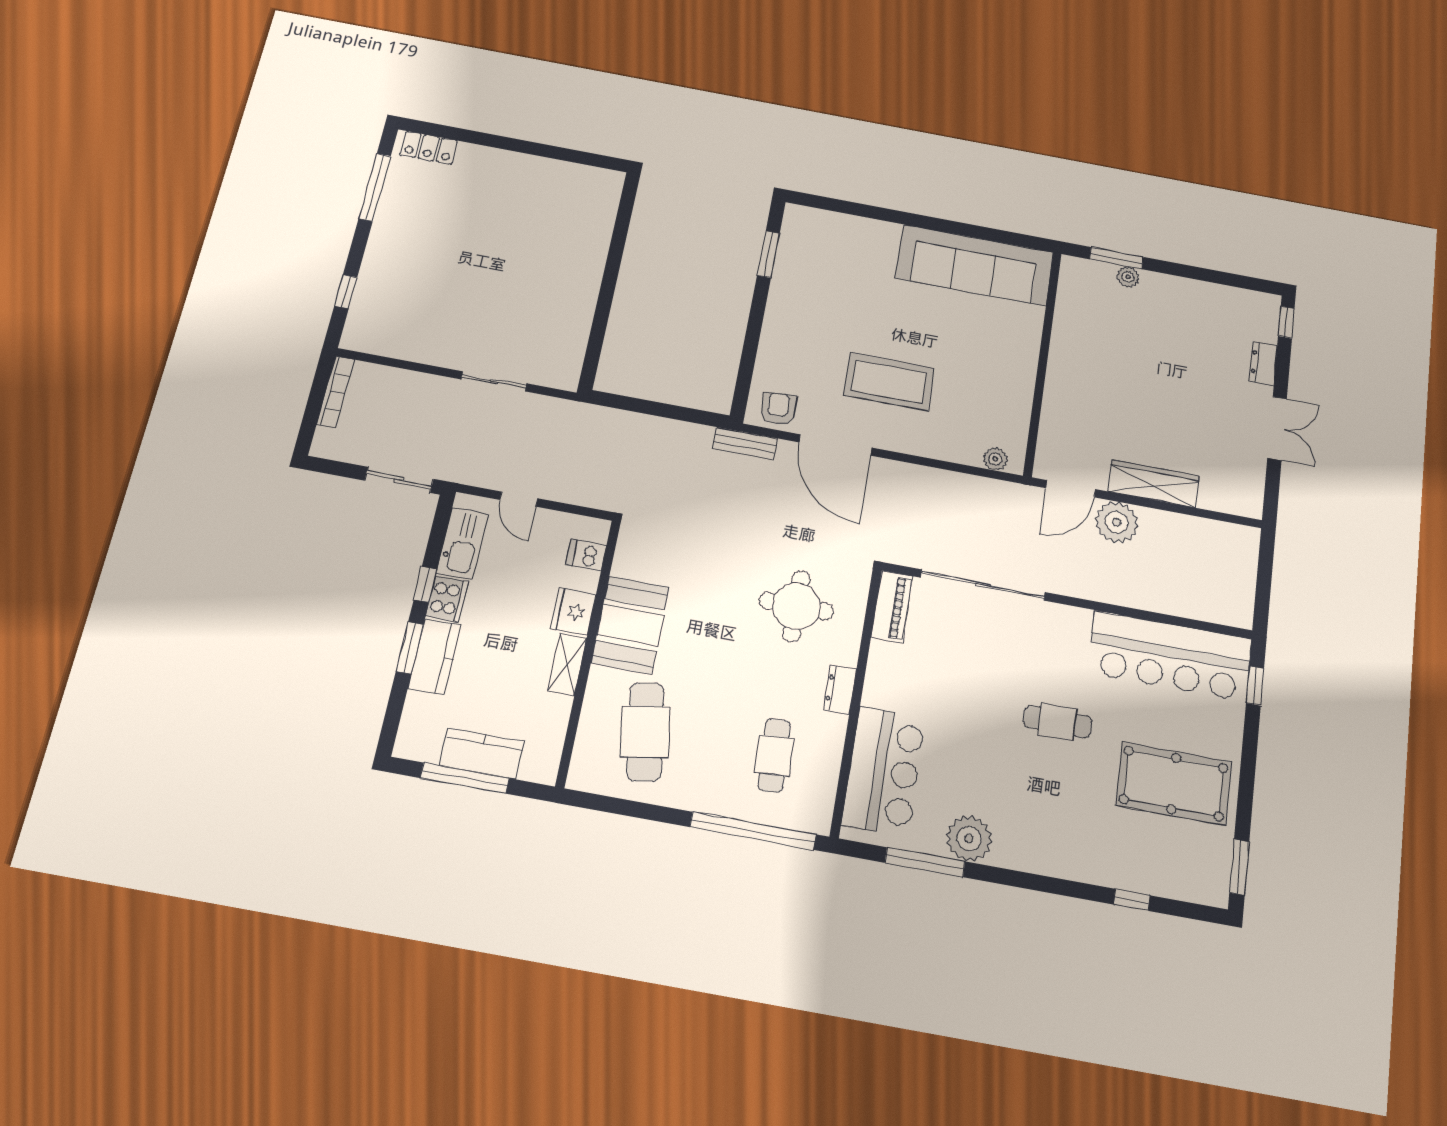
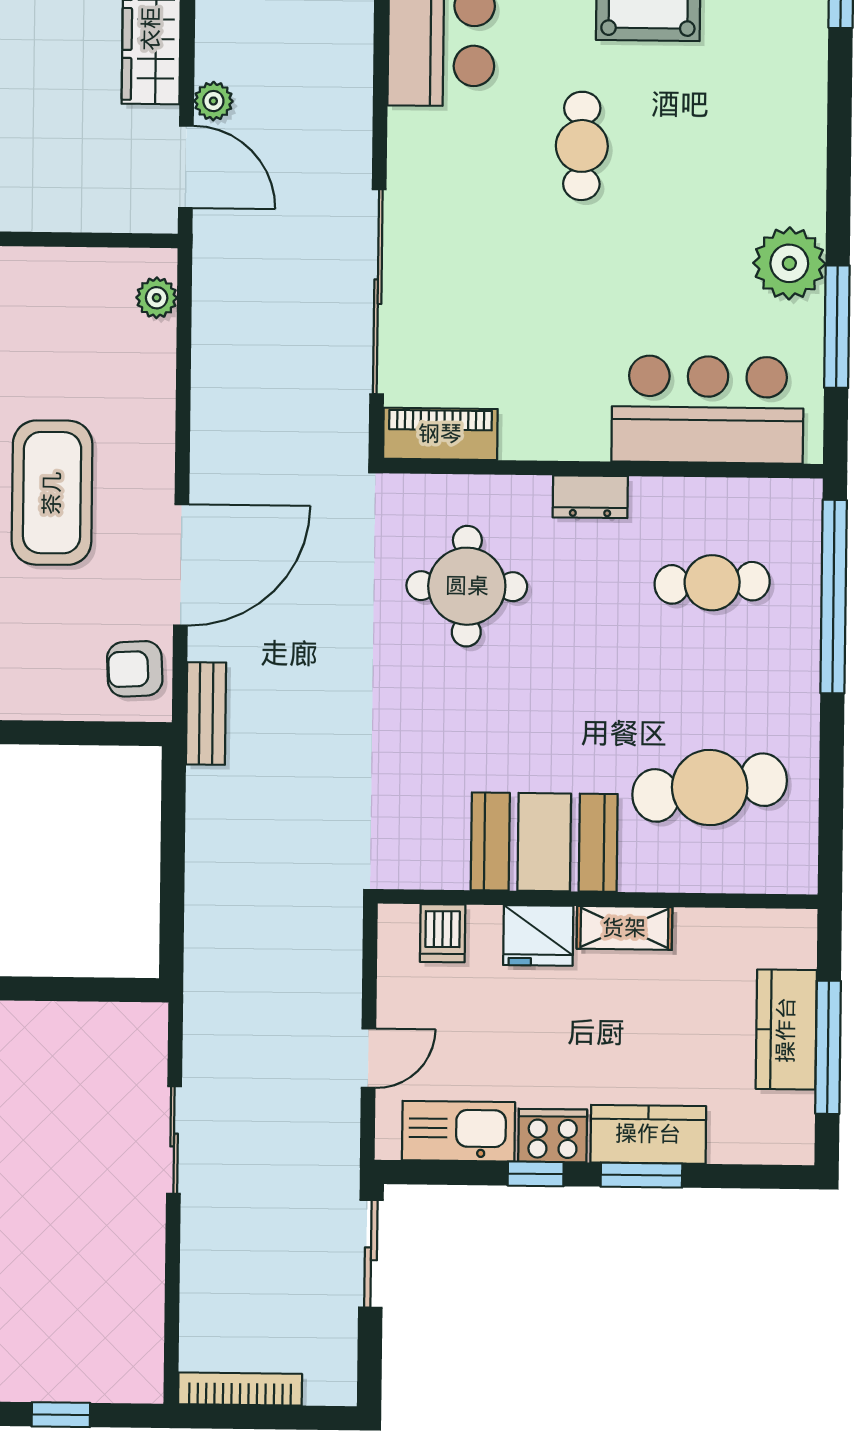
plant: (1117, 522) -> (213, 101), width x0.53, depth x0.53

